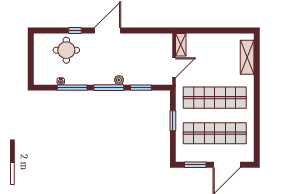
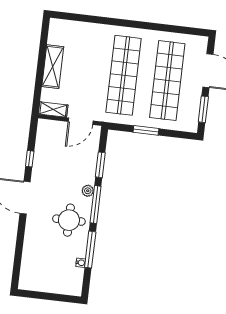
window: (75, 30) -> (30, 159), moved
round table: (66, 50) -> (69, 220), moved
shelving: (247, 57) -> (53, 67), moved, turned 90
door: (174, 68) -> (81, 121), swing flipped

